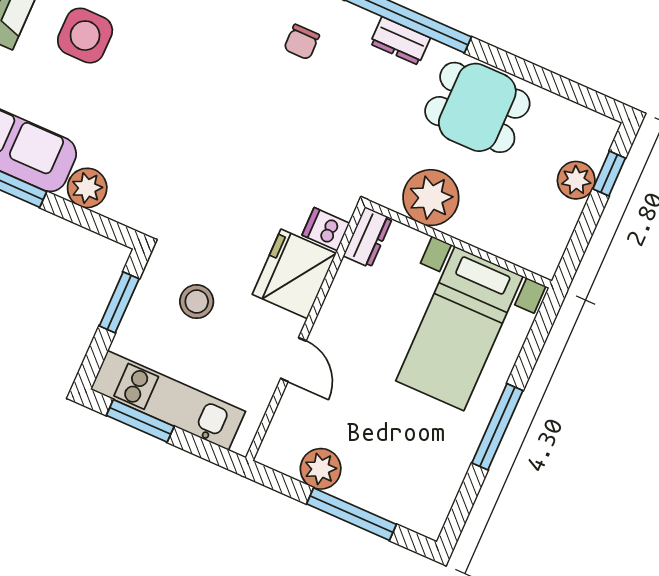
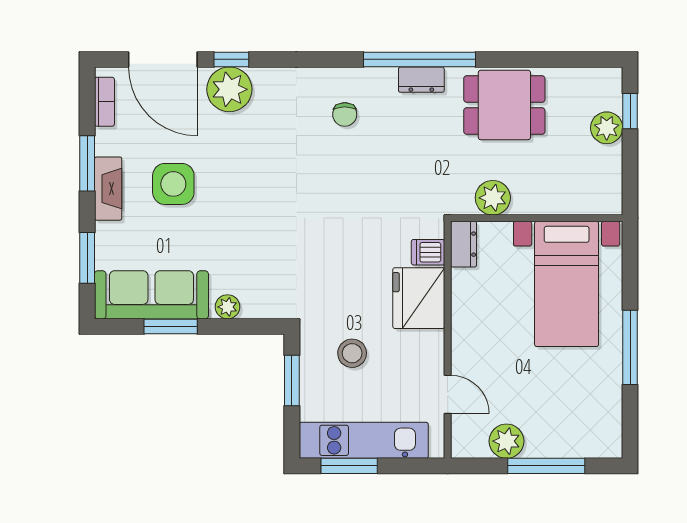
plant: (87, 188) -> (227, 307), width x0.73, depth x0.73
plant: (431, 198) -> (493, 198), width x0.73, depth x0.73
door: (293, 360) -> (448, 394), moved

